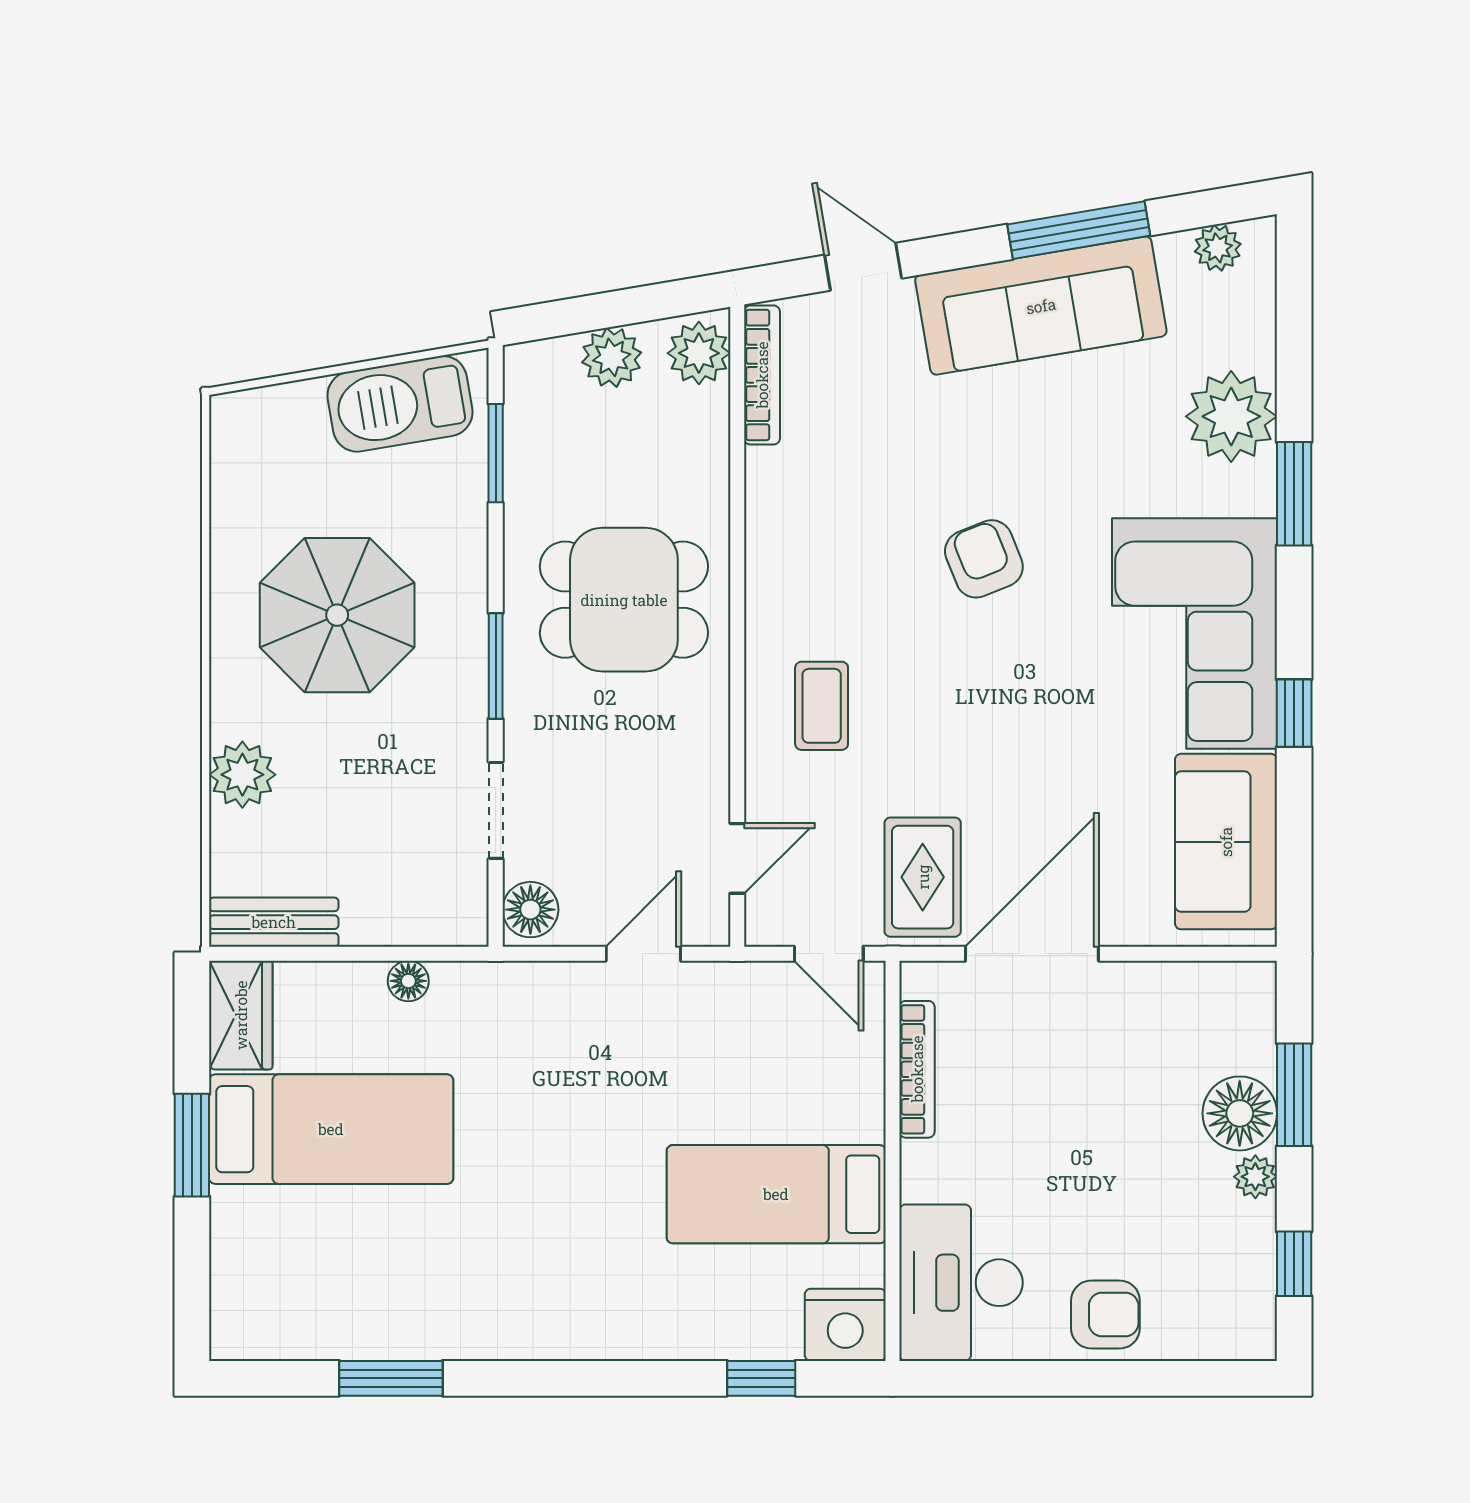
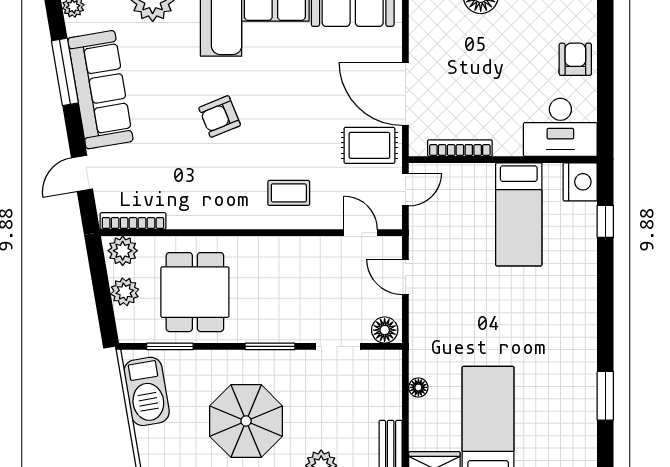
dining table: (624, 600) -> (195, 292), moved

